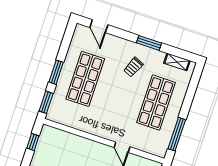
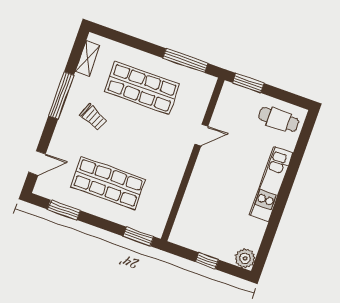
window: (149, 43) -> (61, 95), width x1.44
window: (56, 72) -> (64, 210), moved
window: (33, 142) -> (207, 261), moved

